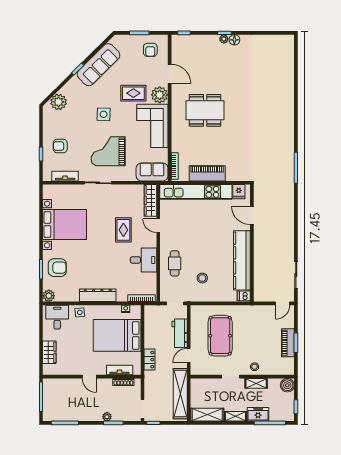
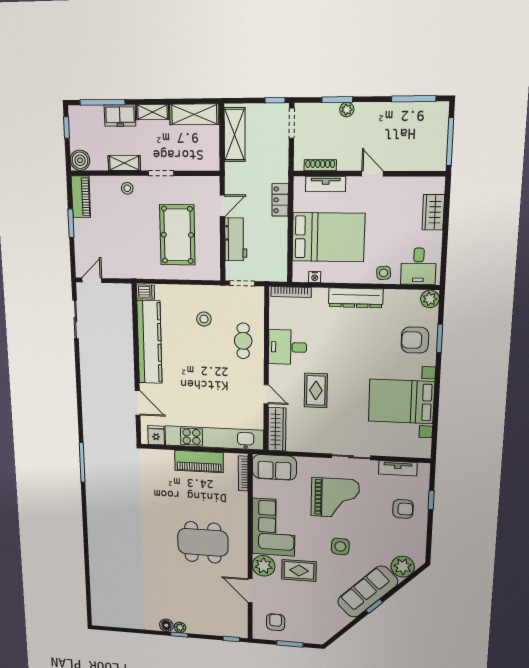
sofa: (99, 65) -> (368, 592), moved
piano: (288, 343) -> (81, 197), moved
shelving: (180, 394) -> (235, 135), width x0.68

